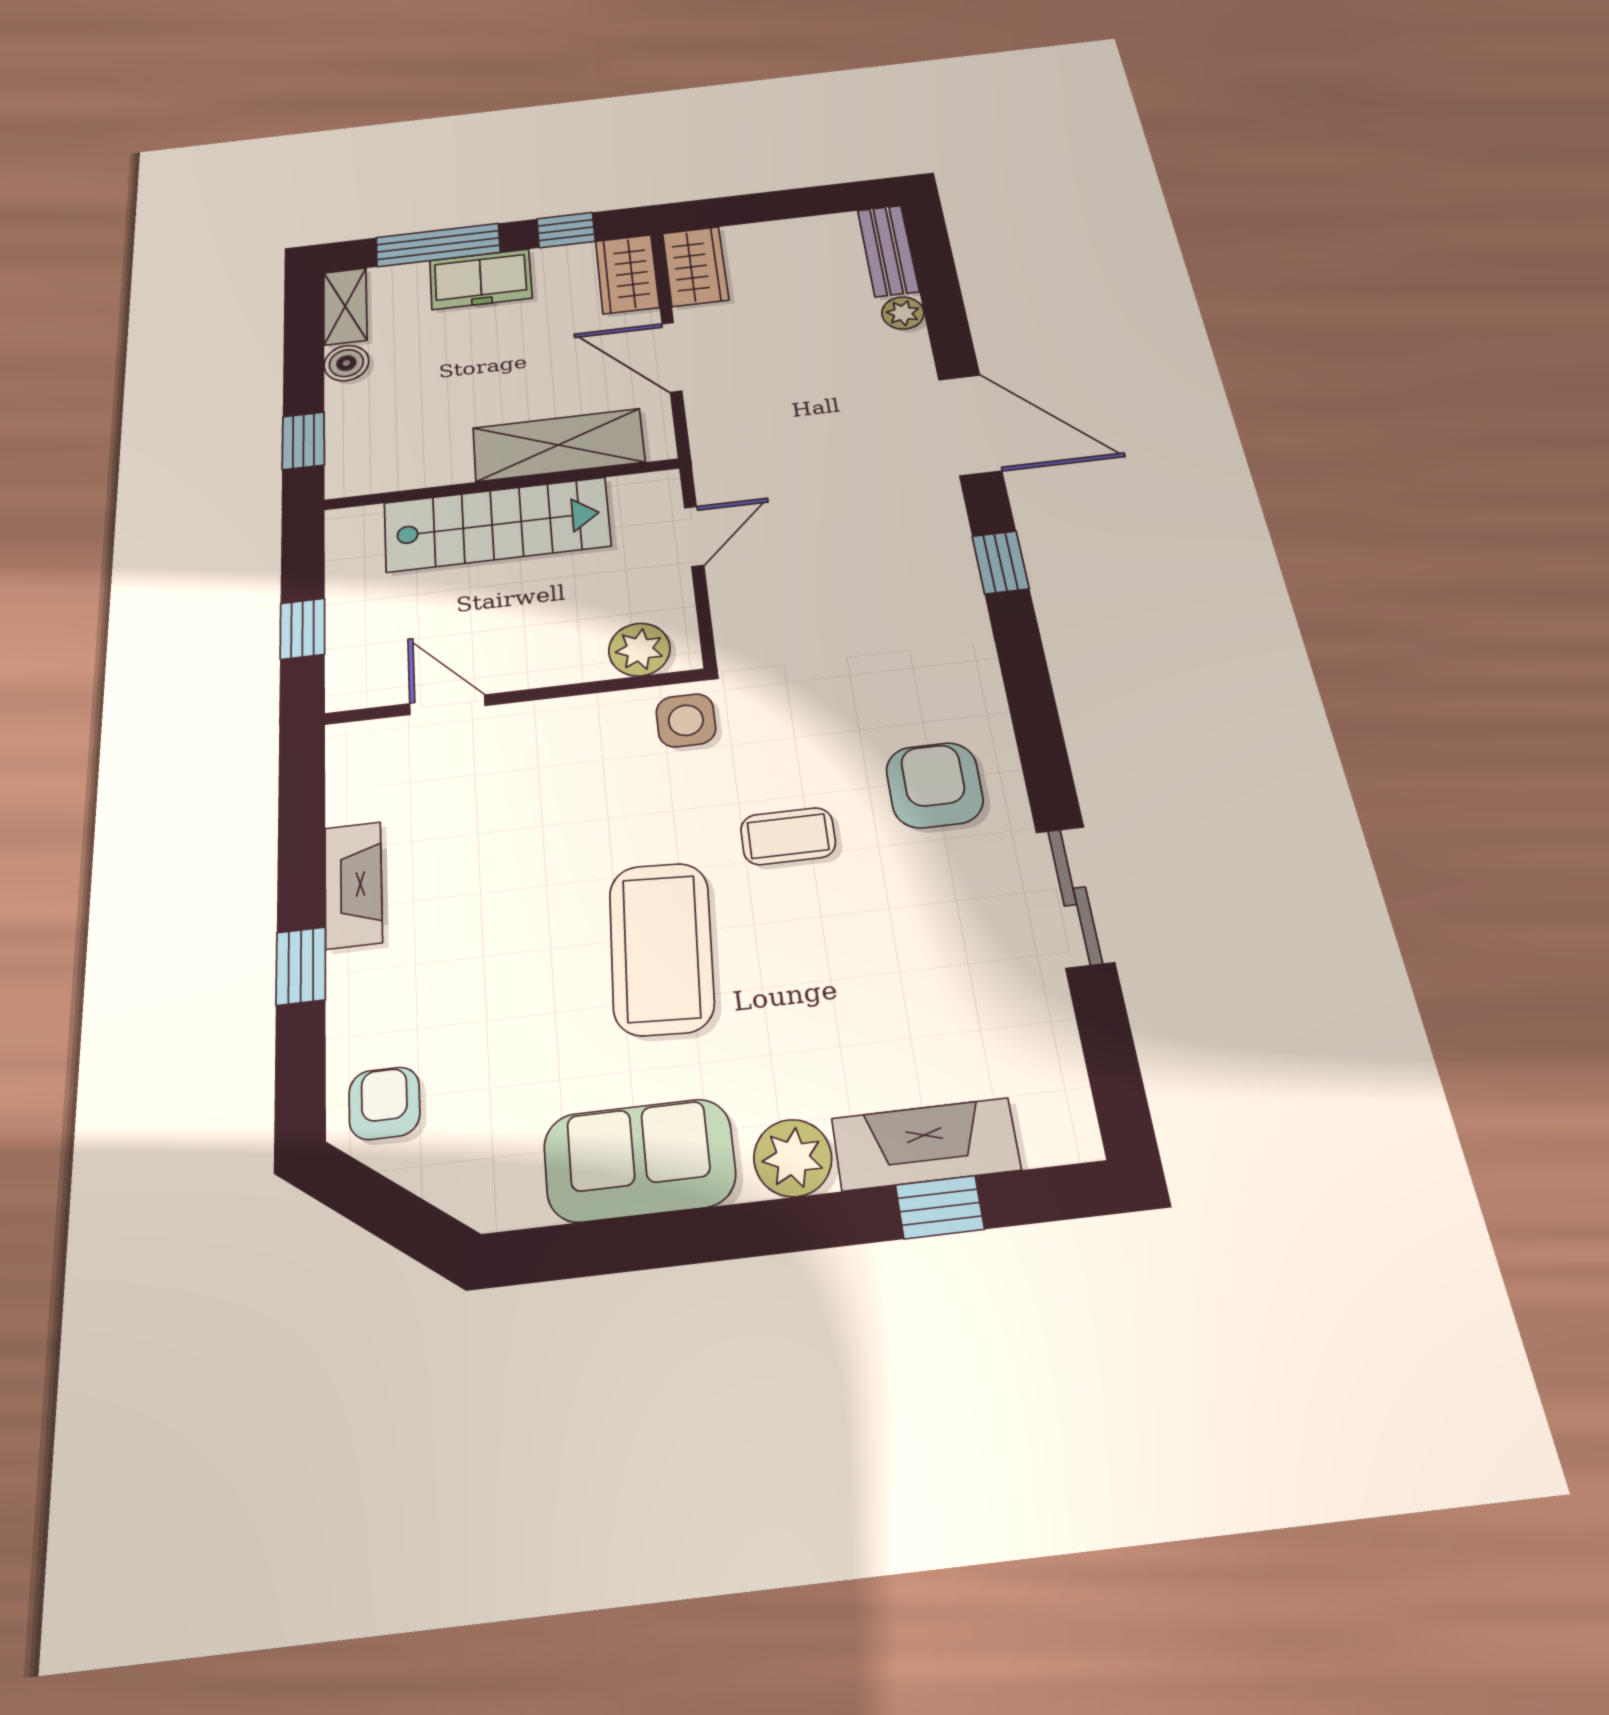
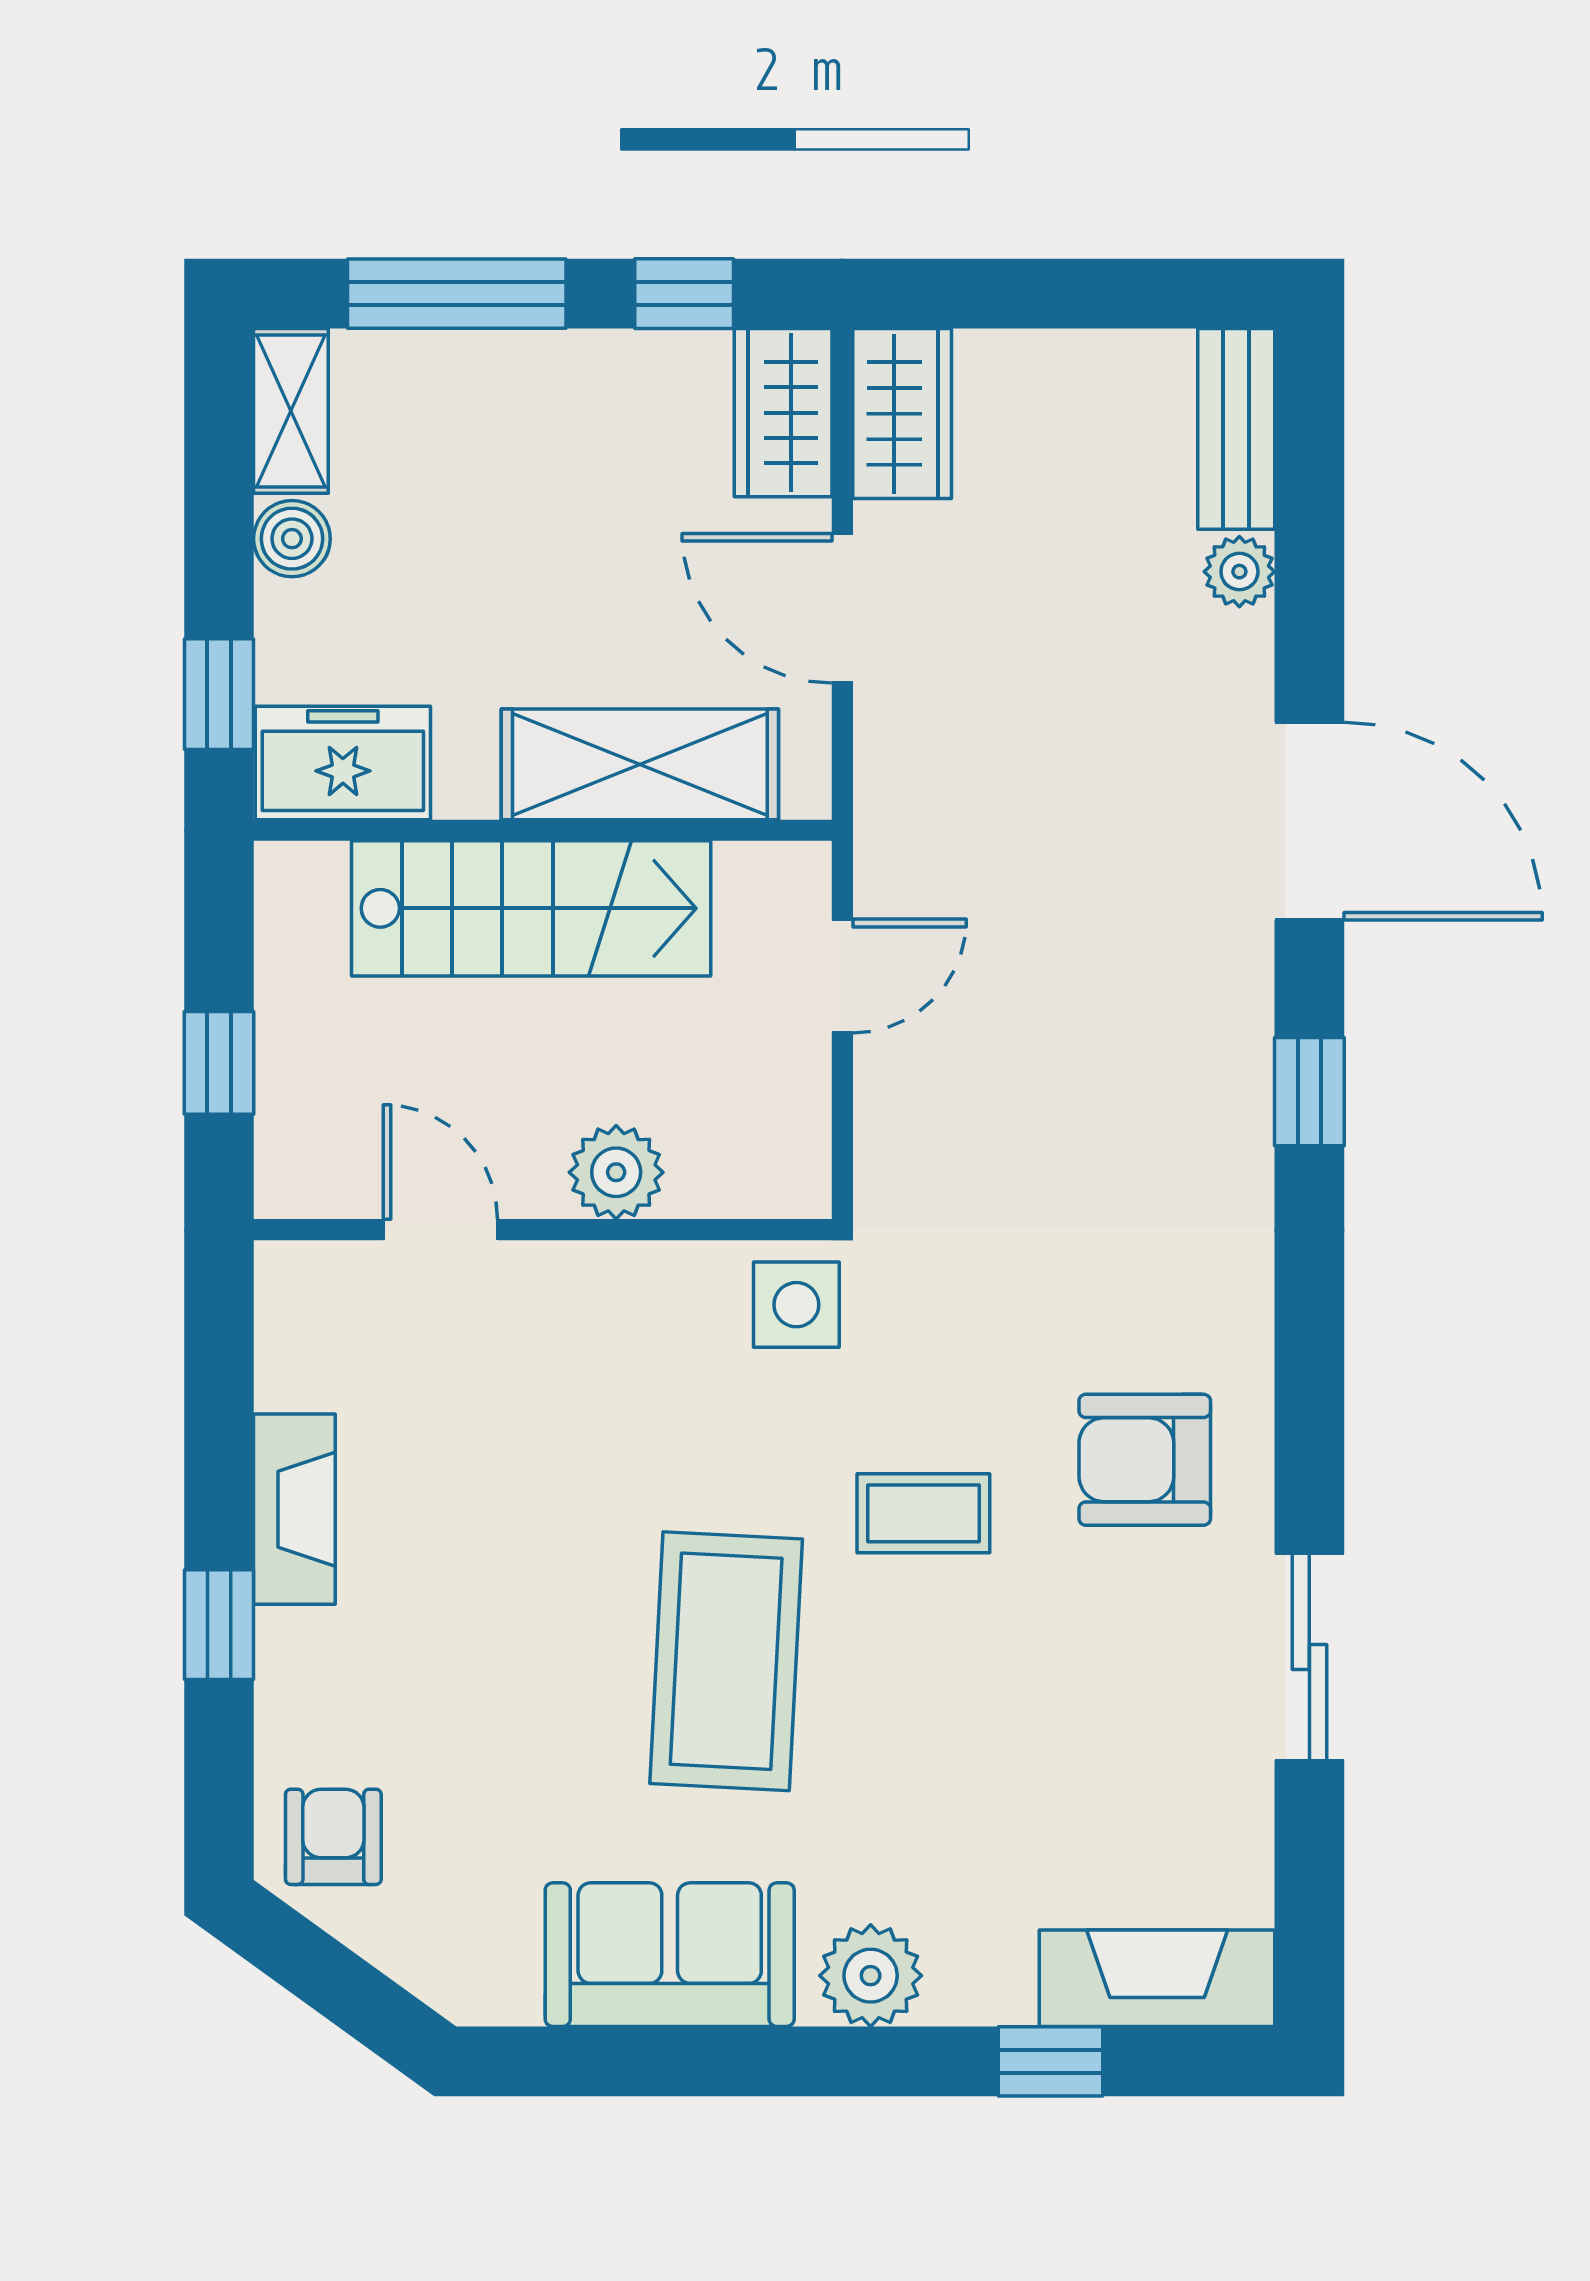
freezer: (481, 279) -> (343, 763), moved, turned 180
plant: (639, 650) -> (616, 1172), moved
armchair: (935, 785) -> (1145, 1460), turned -90
fireplace: (926, 1144) -> (1157, 1978), moved

